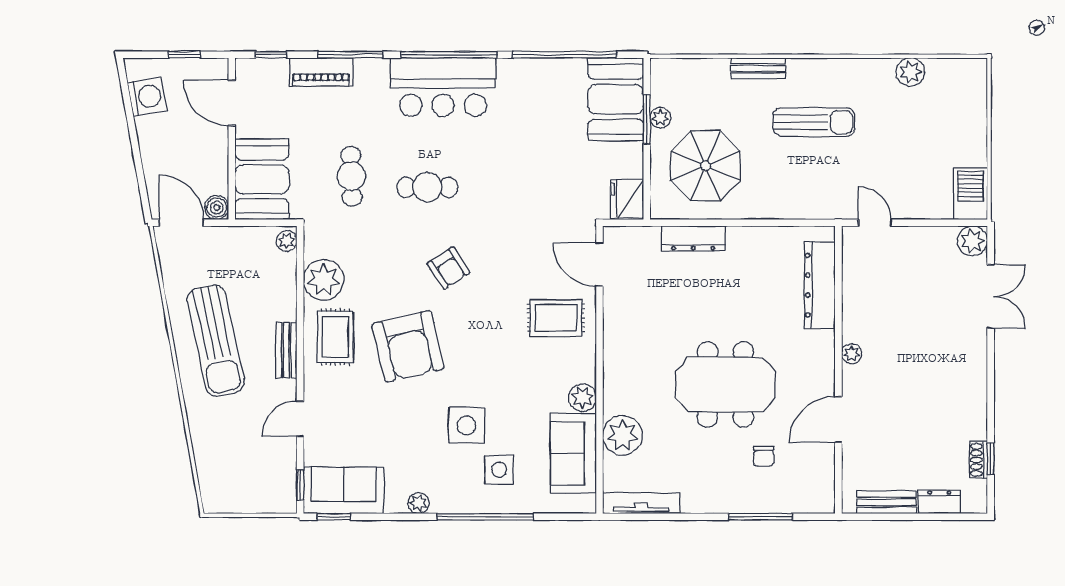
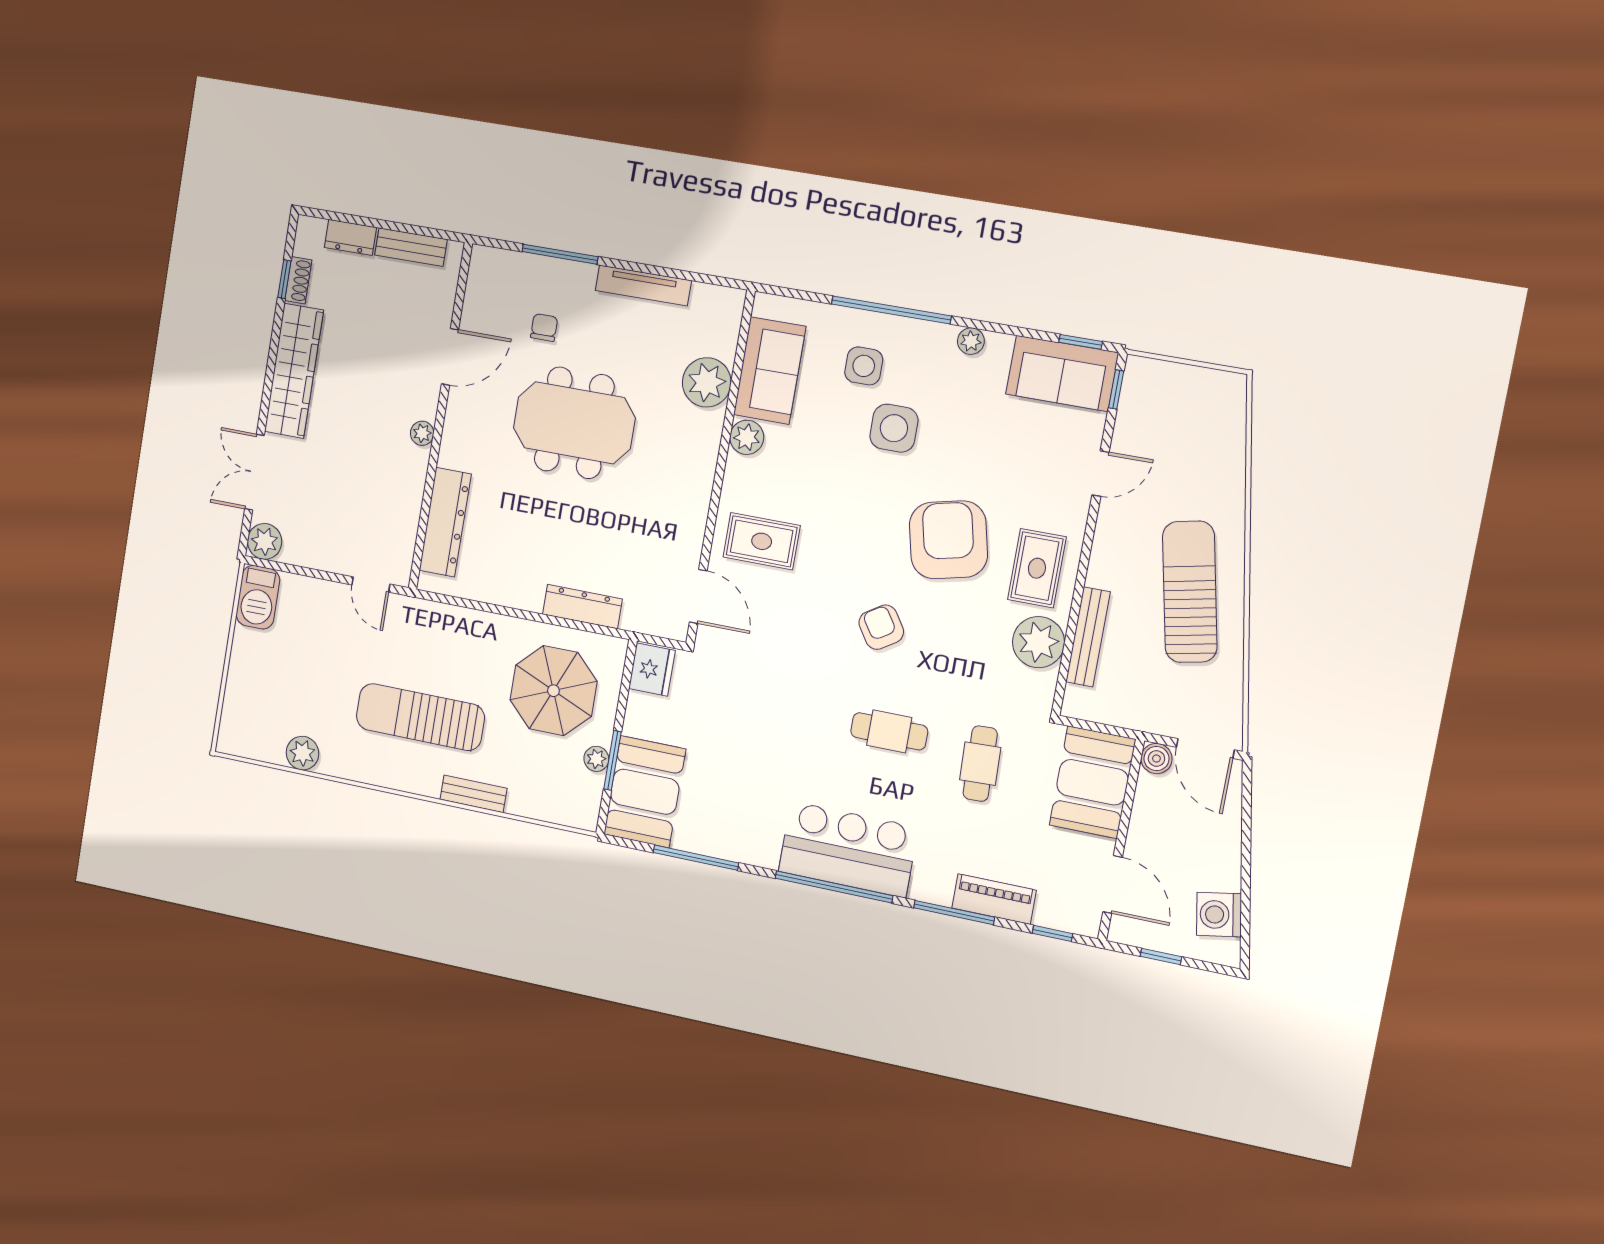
window: (565, 55) -> (696, 858), width x0.68
sun lounger: (814, 122) -> (420, 717), width x1.36, depth x1.34
plant: (287, 241) -> (1076, 700), removed
bench: (286, 350) -> (1088, 637), moved, width x1.36
wardrobe: (970, 385) -> (294, 371), added
tv unit: (641, 503) -> (643, 285), moved

